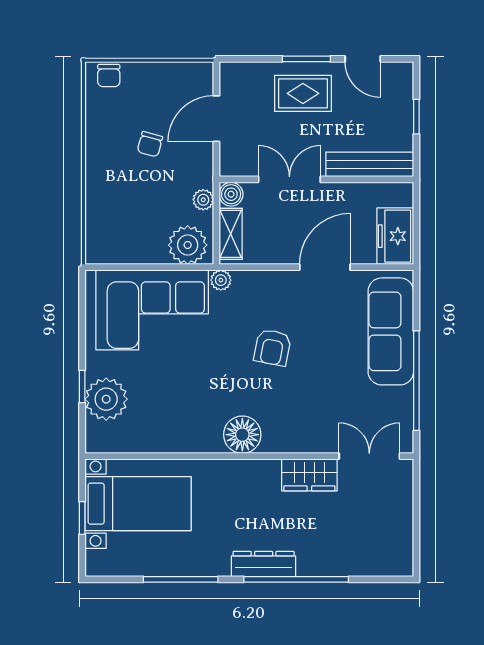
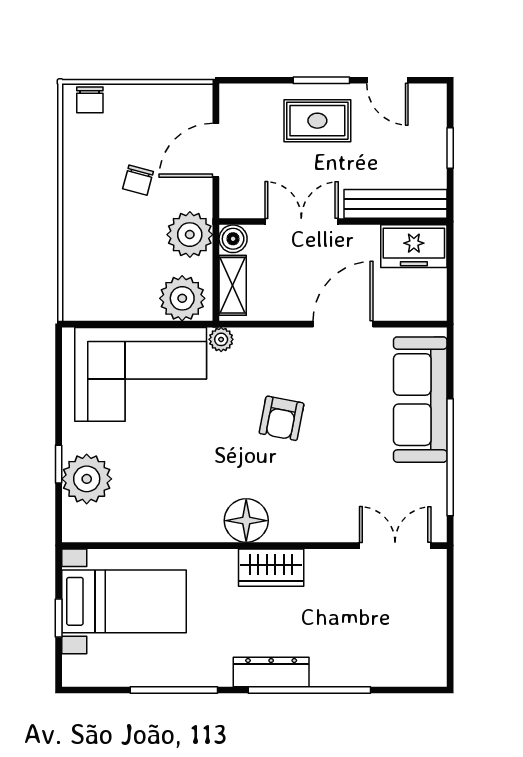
plant: (203, 200) -> (190, 235), width x1.87, depth x1.87
freezer: (395, 236) -> (414, 246), moved, turned -90
wardrobe: (309, 475) -> (271, 568), moved

